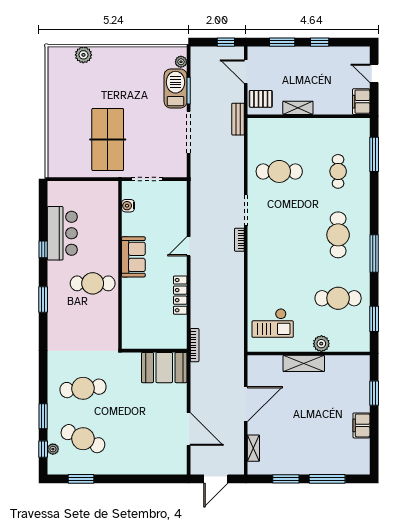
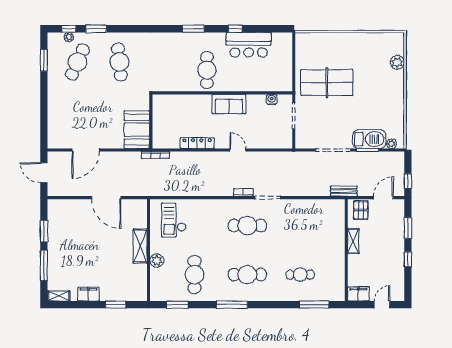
cafe table: (279, 171) -> (247, 226), moved, turned 90
shelving: (253, 448) -> (59, 296), moved

